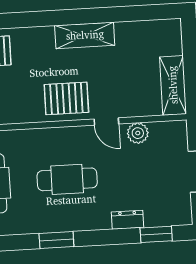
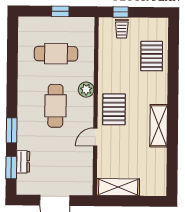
plant: (138, 133) -> (86, 90), moved
dresser: (127, 220) -> (23, 162), moved
window: (56, 240) -> (12, 130), moved

